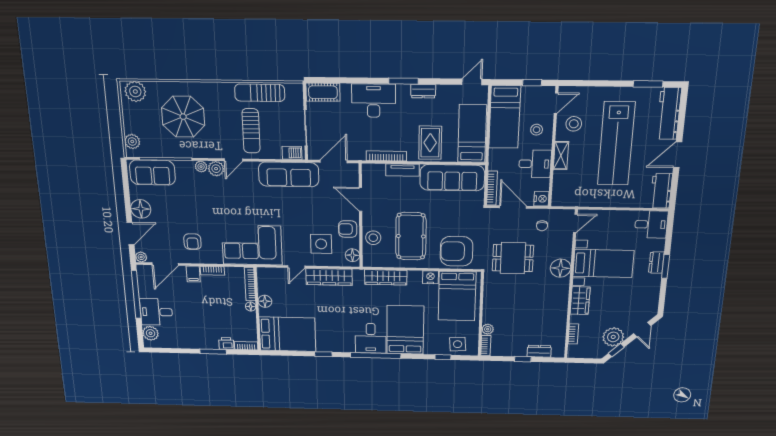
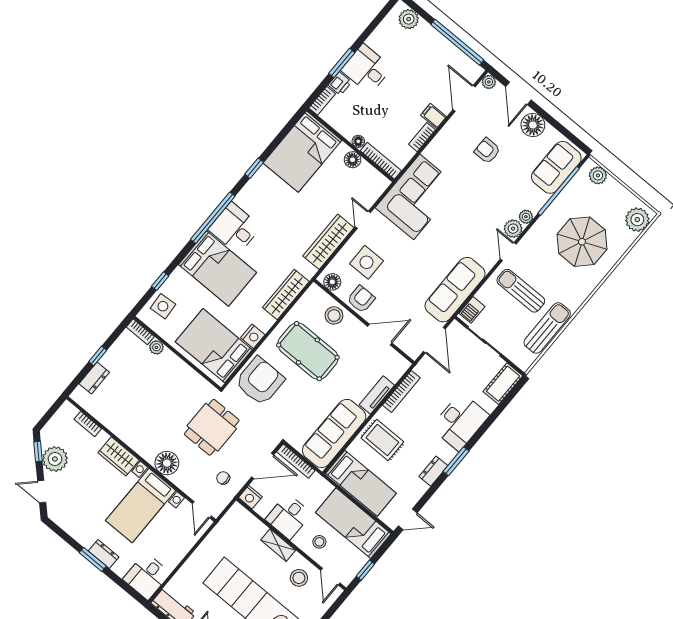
door: (472, 82) -> (408, 519), hinge flipped
armchair: (192, 242) -> (487, 151), moved
desk: (156, 312) -> (367, 69), moved, turned -90

